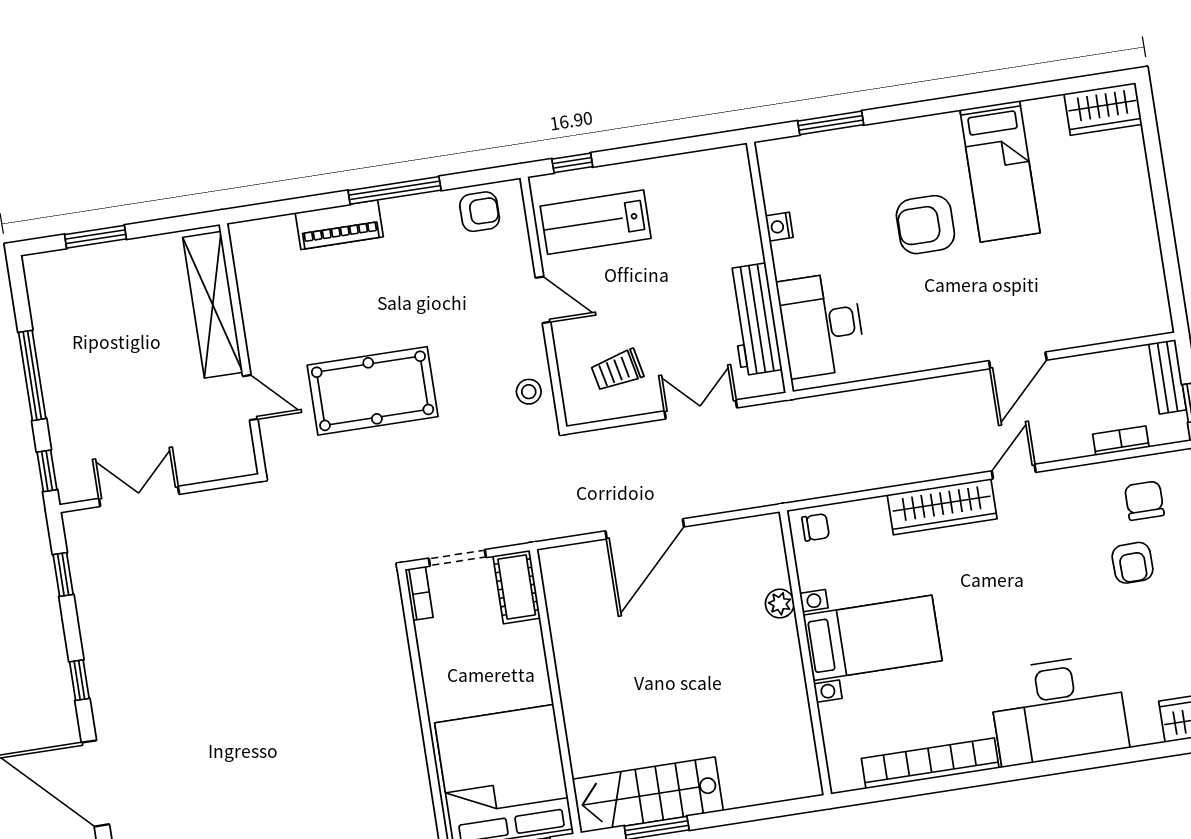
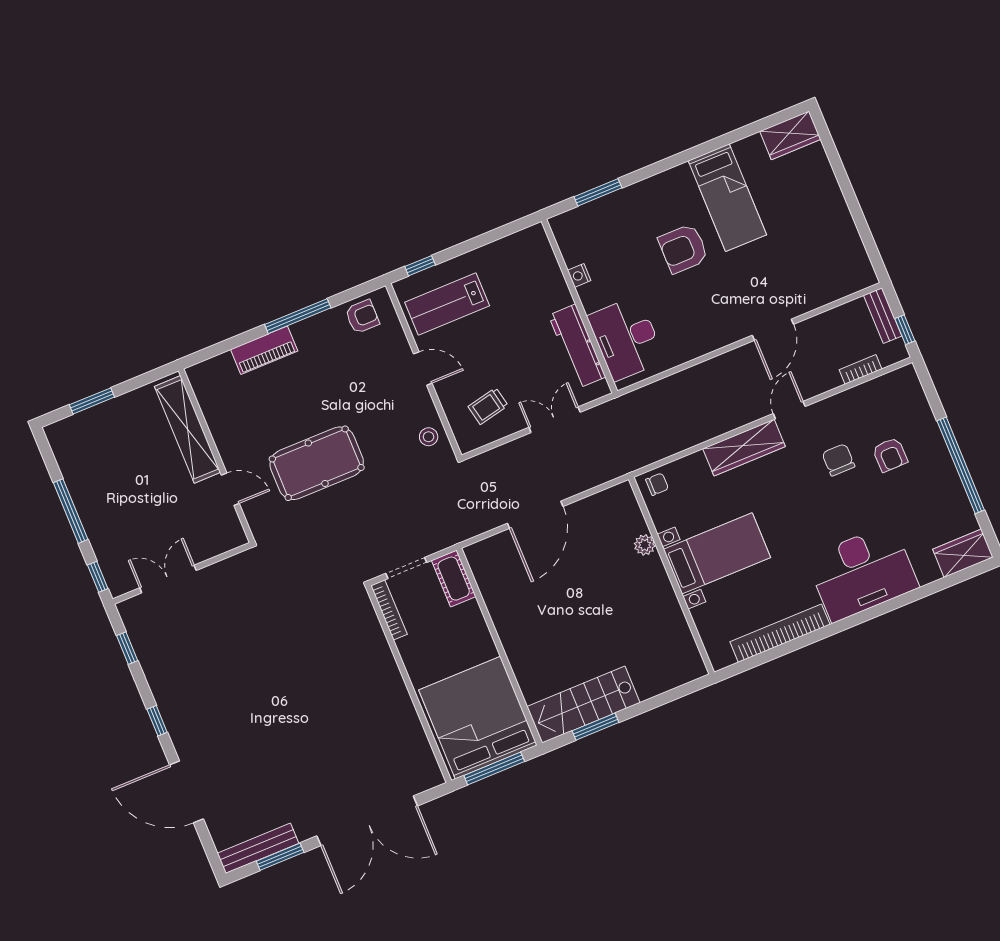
chair: (1144, 501) -> (838, 460), moved
bookcase: (419, 593) -> (389, 610), width x1.56

